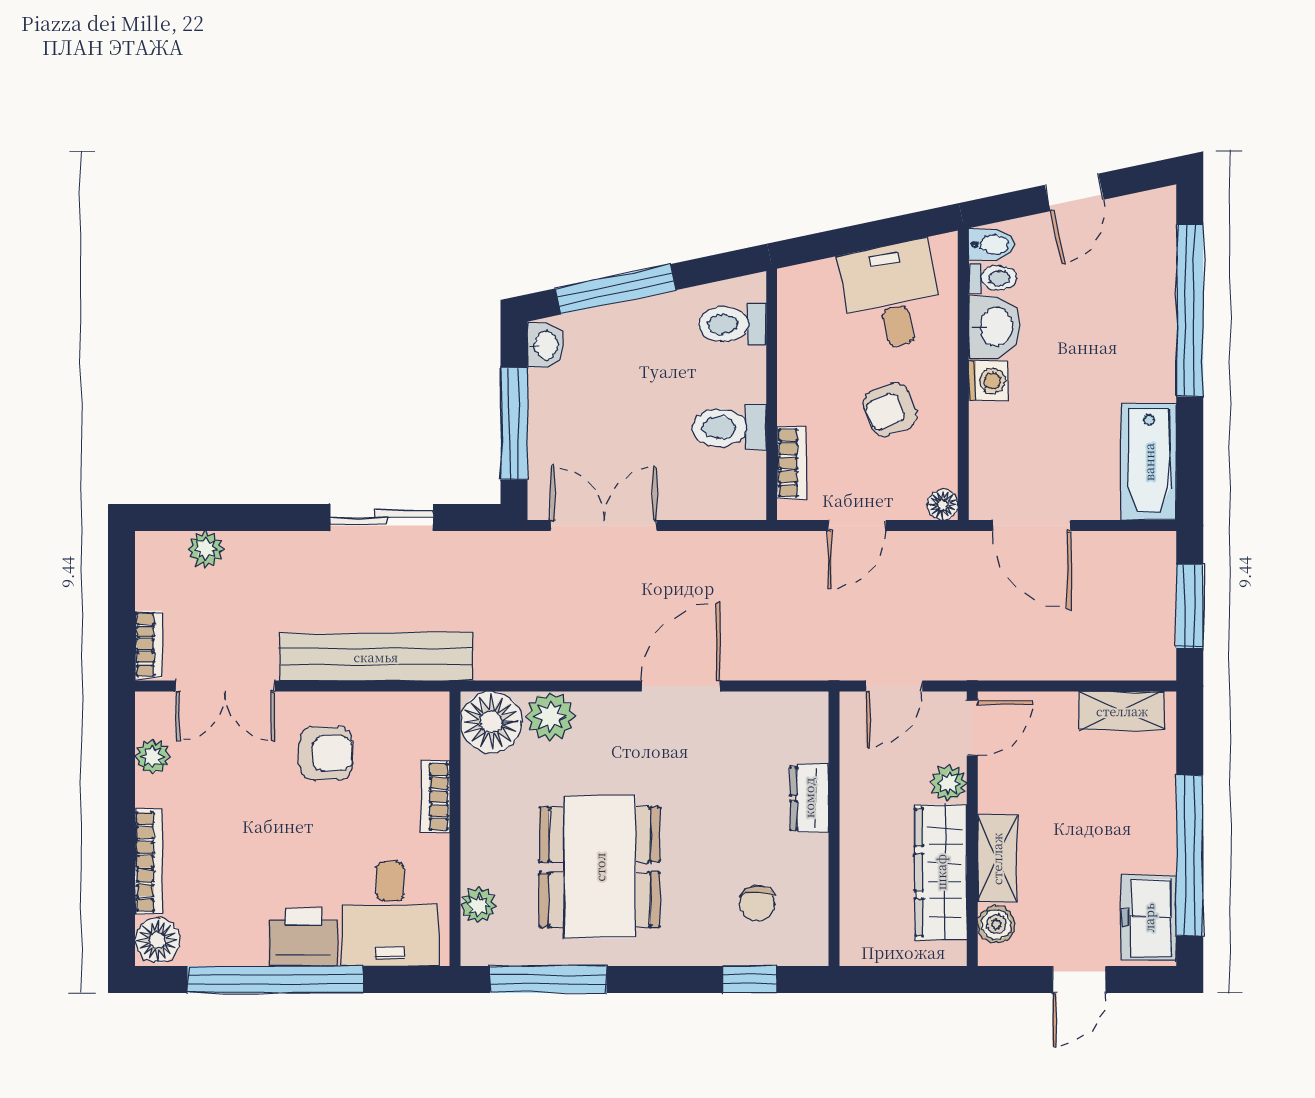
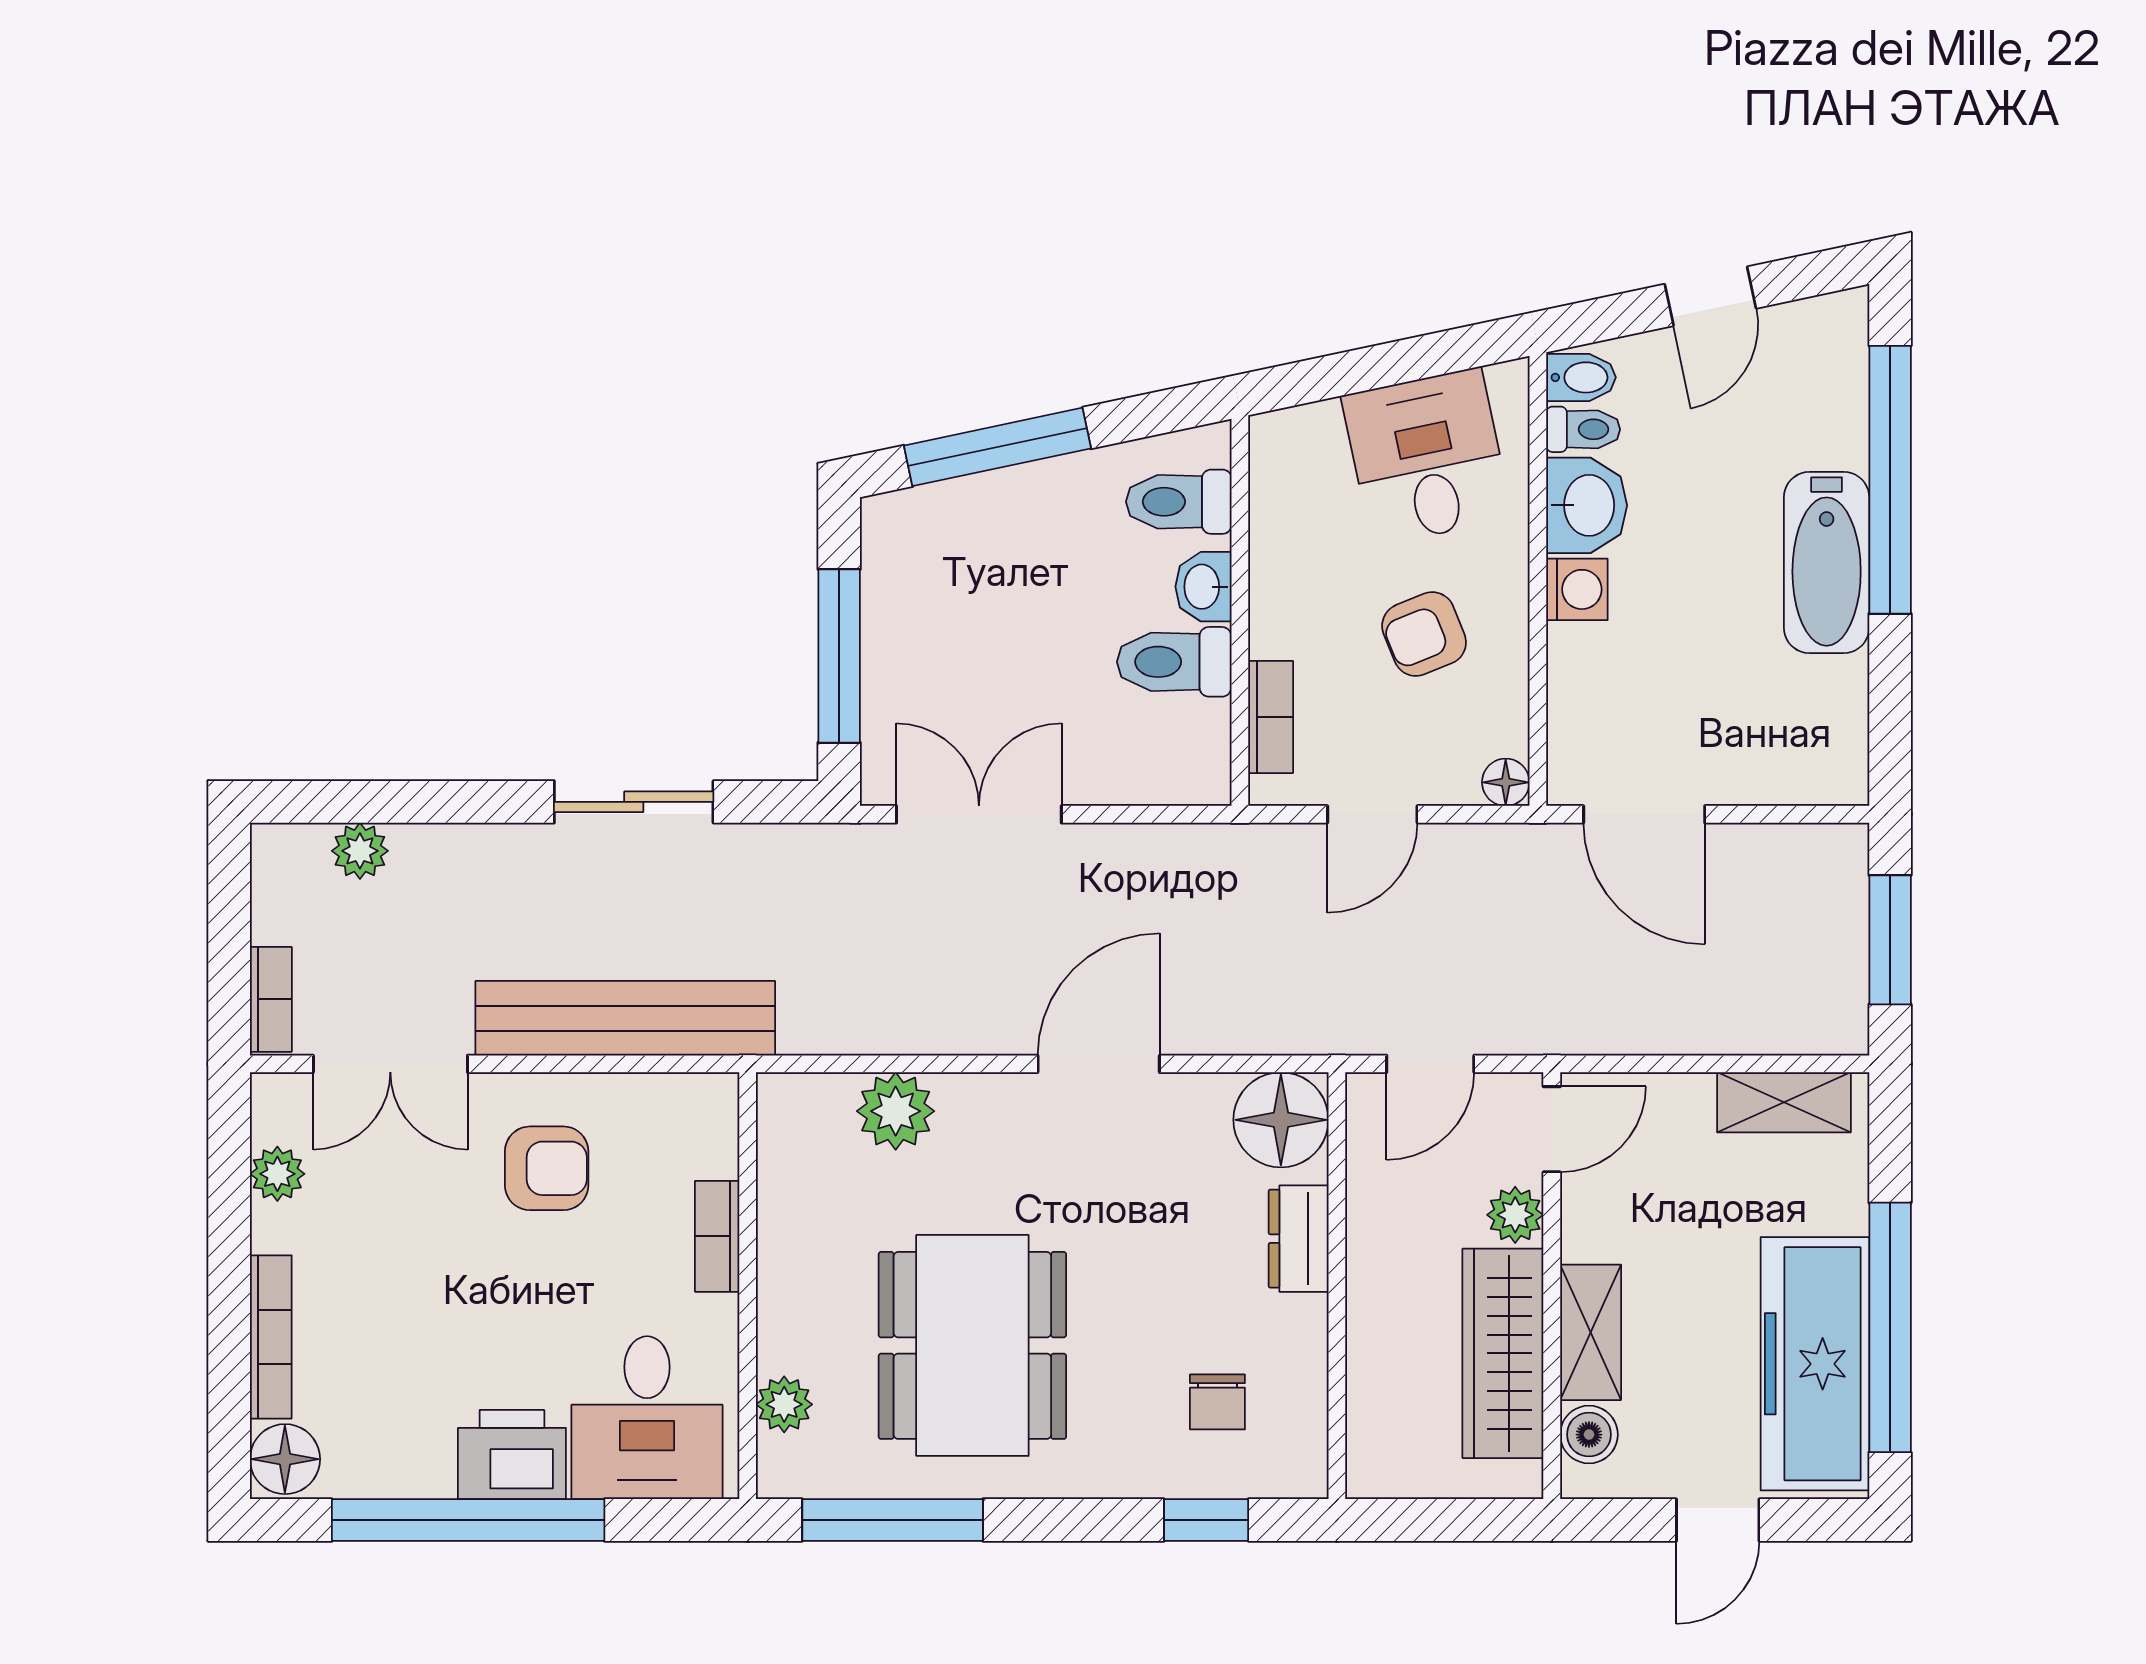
washbasin: (545, 345) -> (1203, 587), moved, turned 180
bathtub: (1149, 462) -> (1827, 562), moved
floor lamp: (491, 722) -> (1281, 1120), moved
freezer: (1149, 918) -> (1815, 1364), width x1.91, depth x1.26

